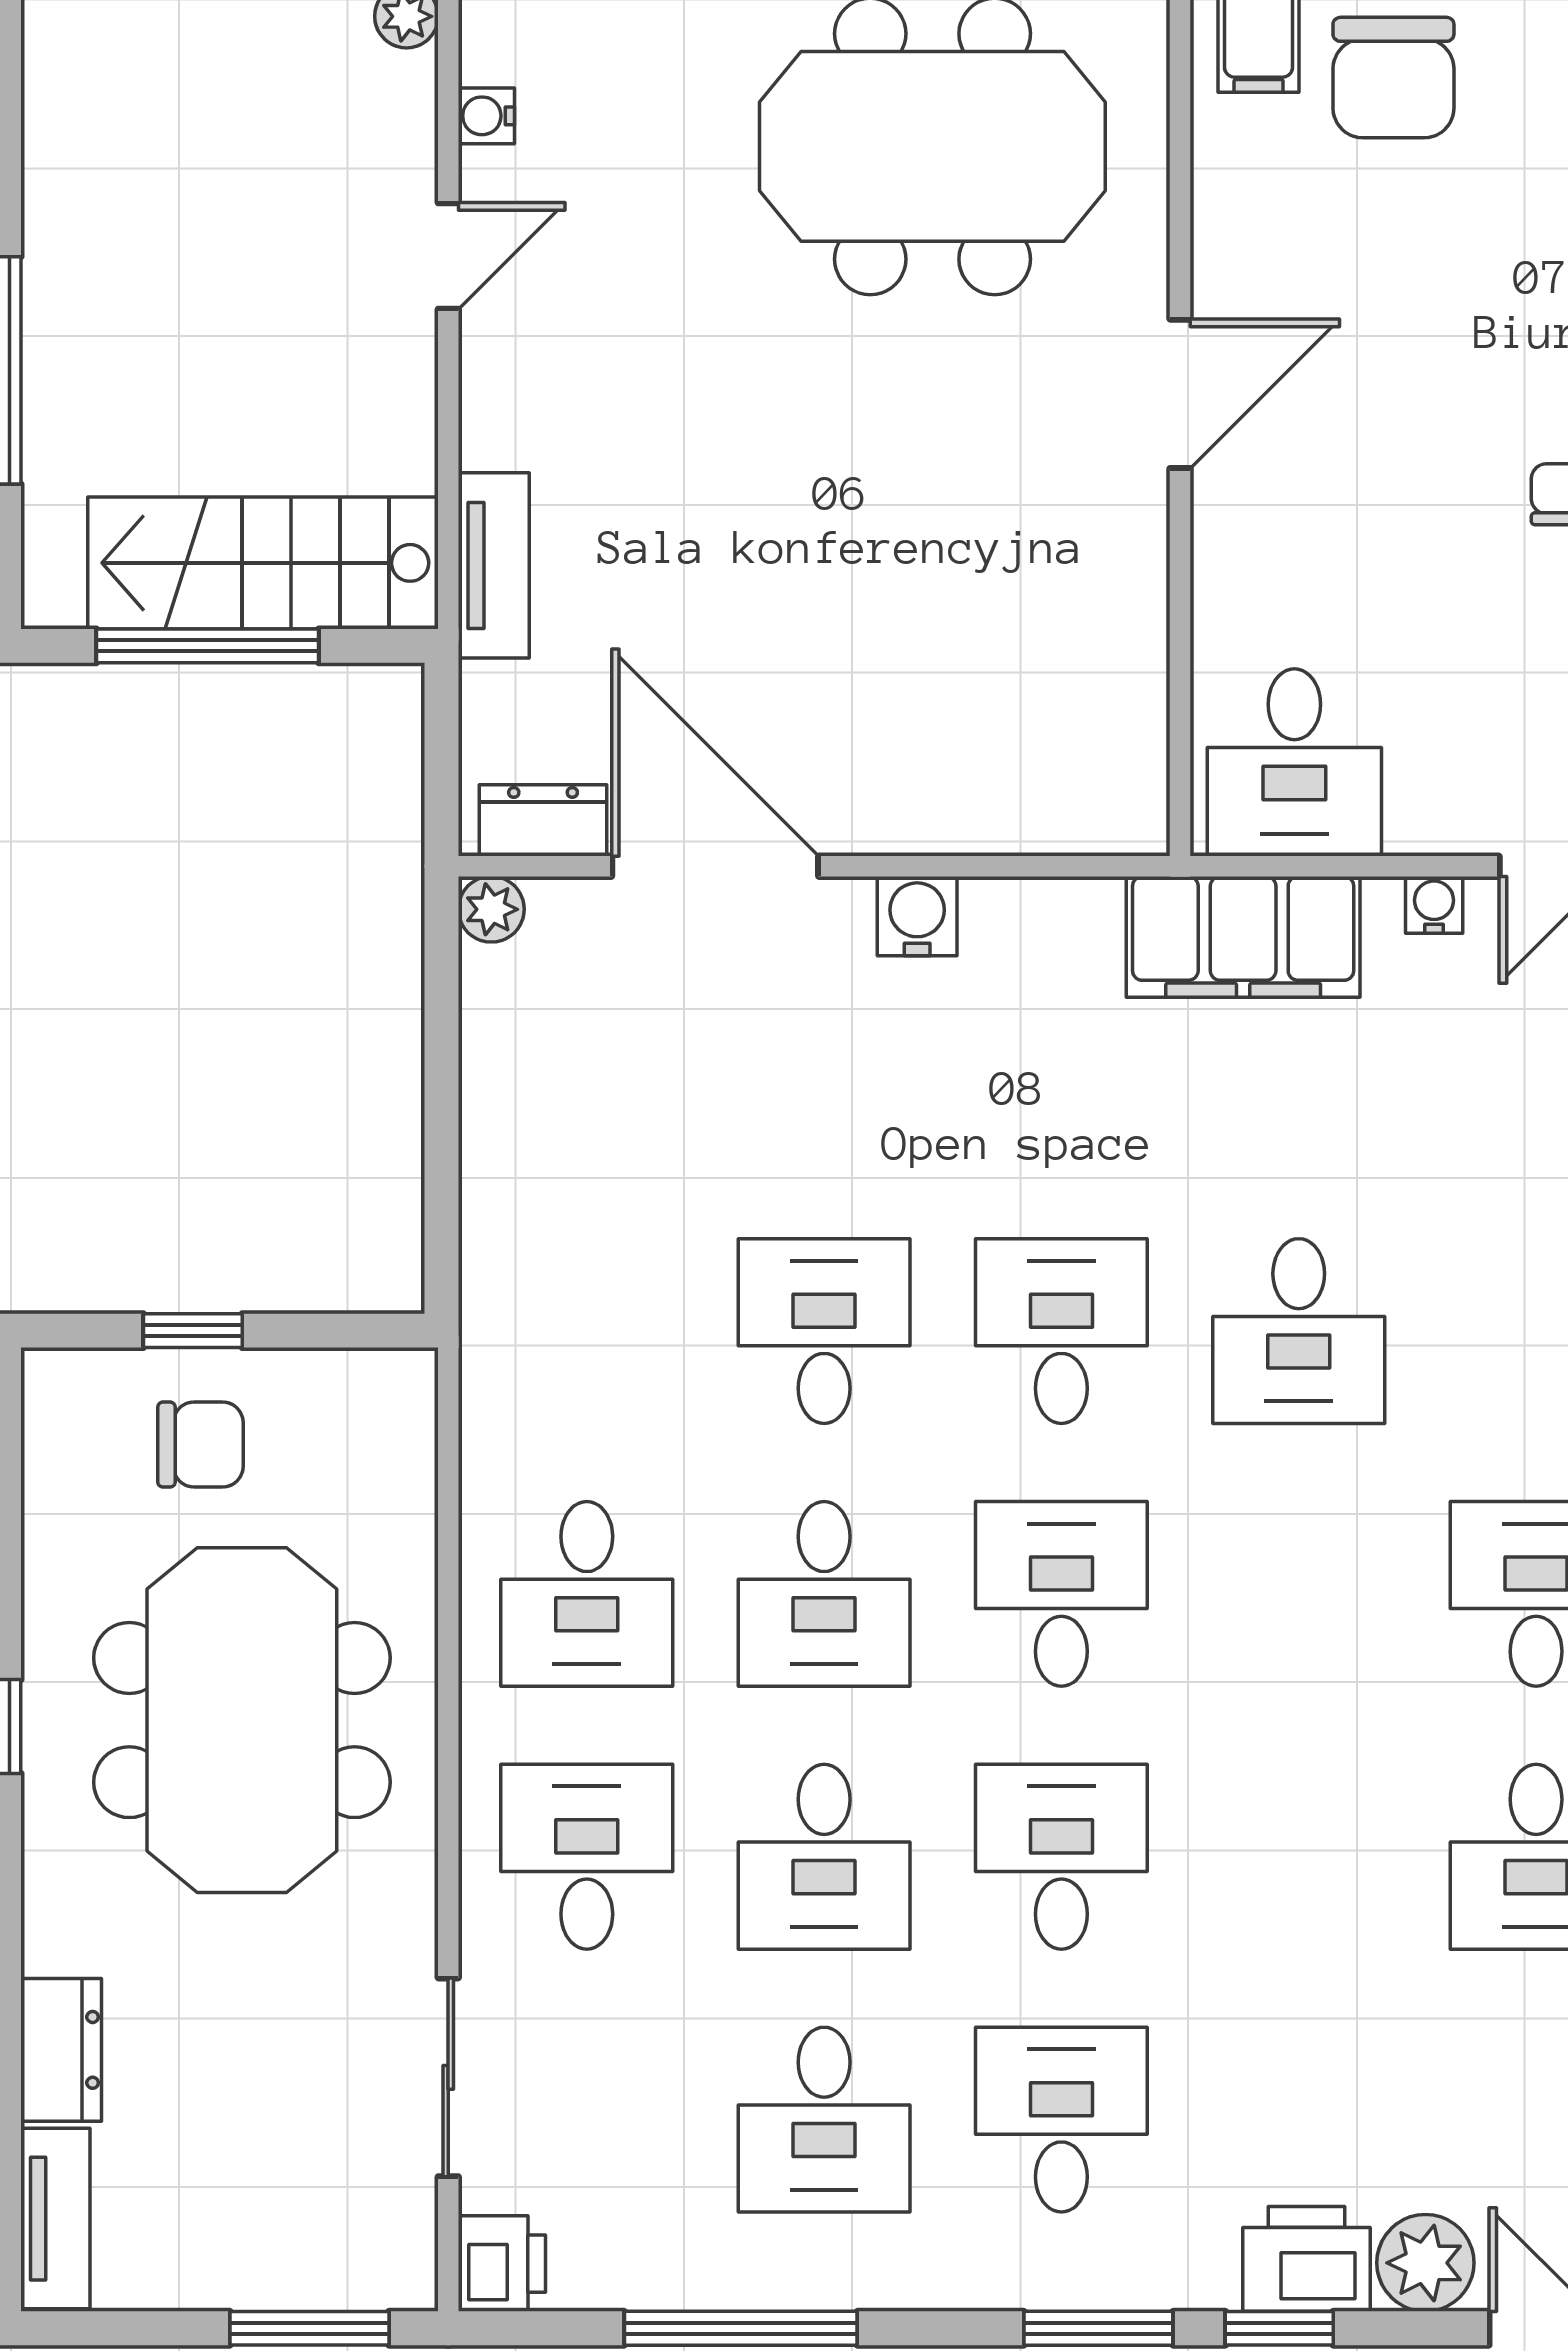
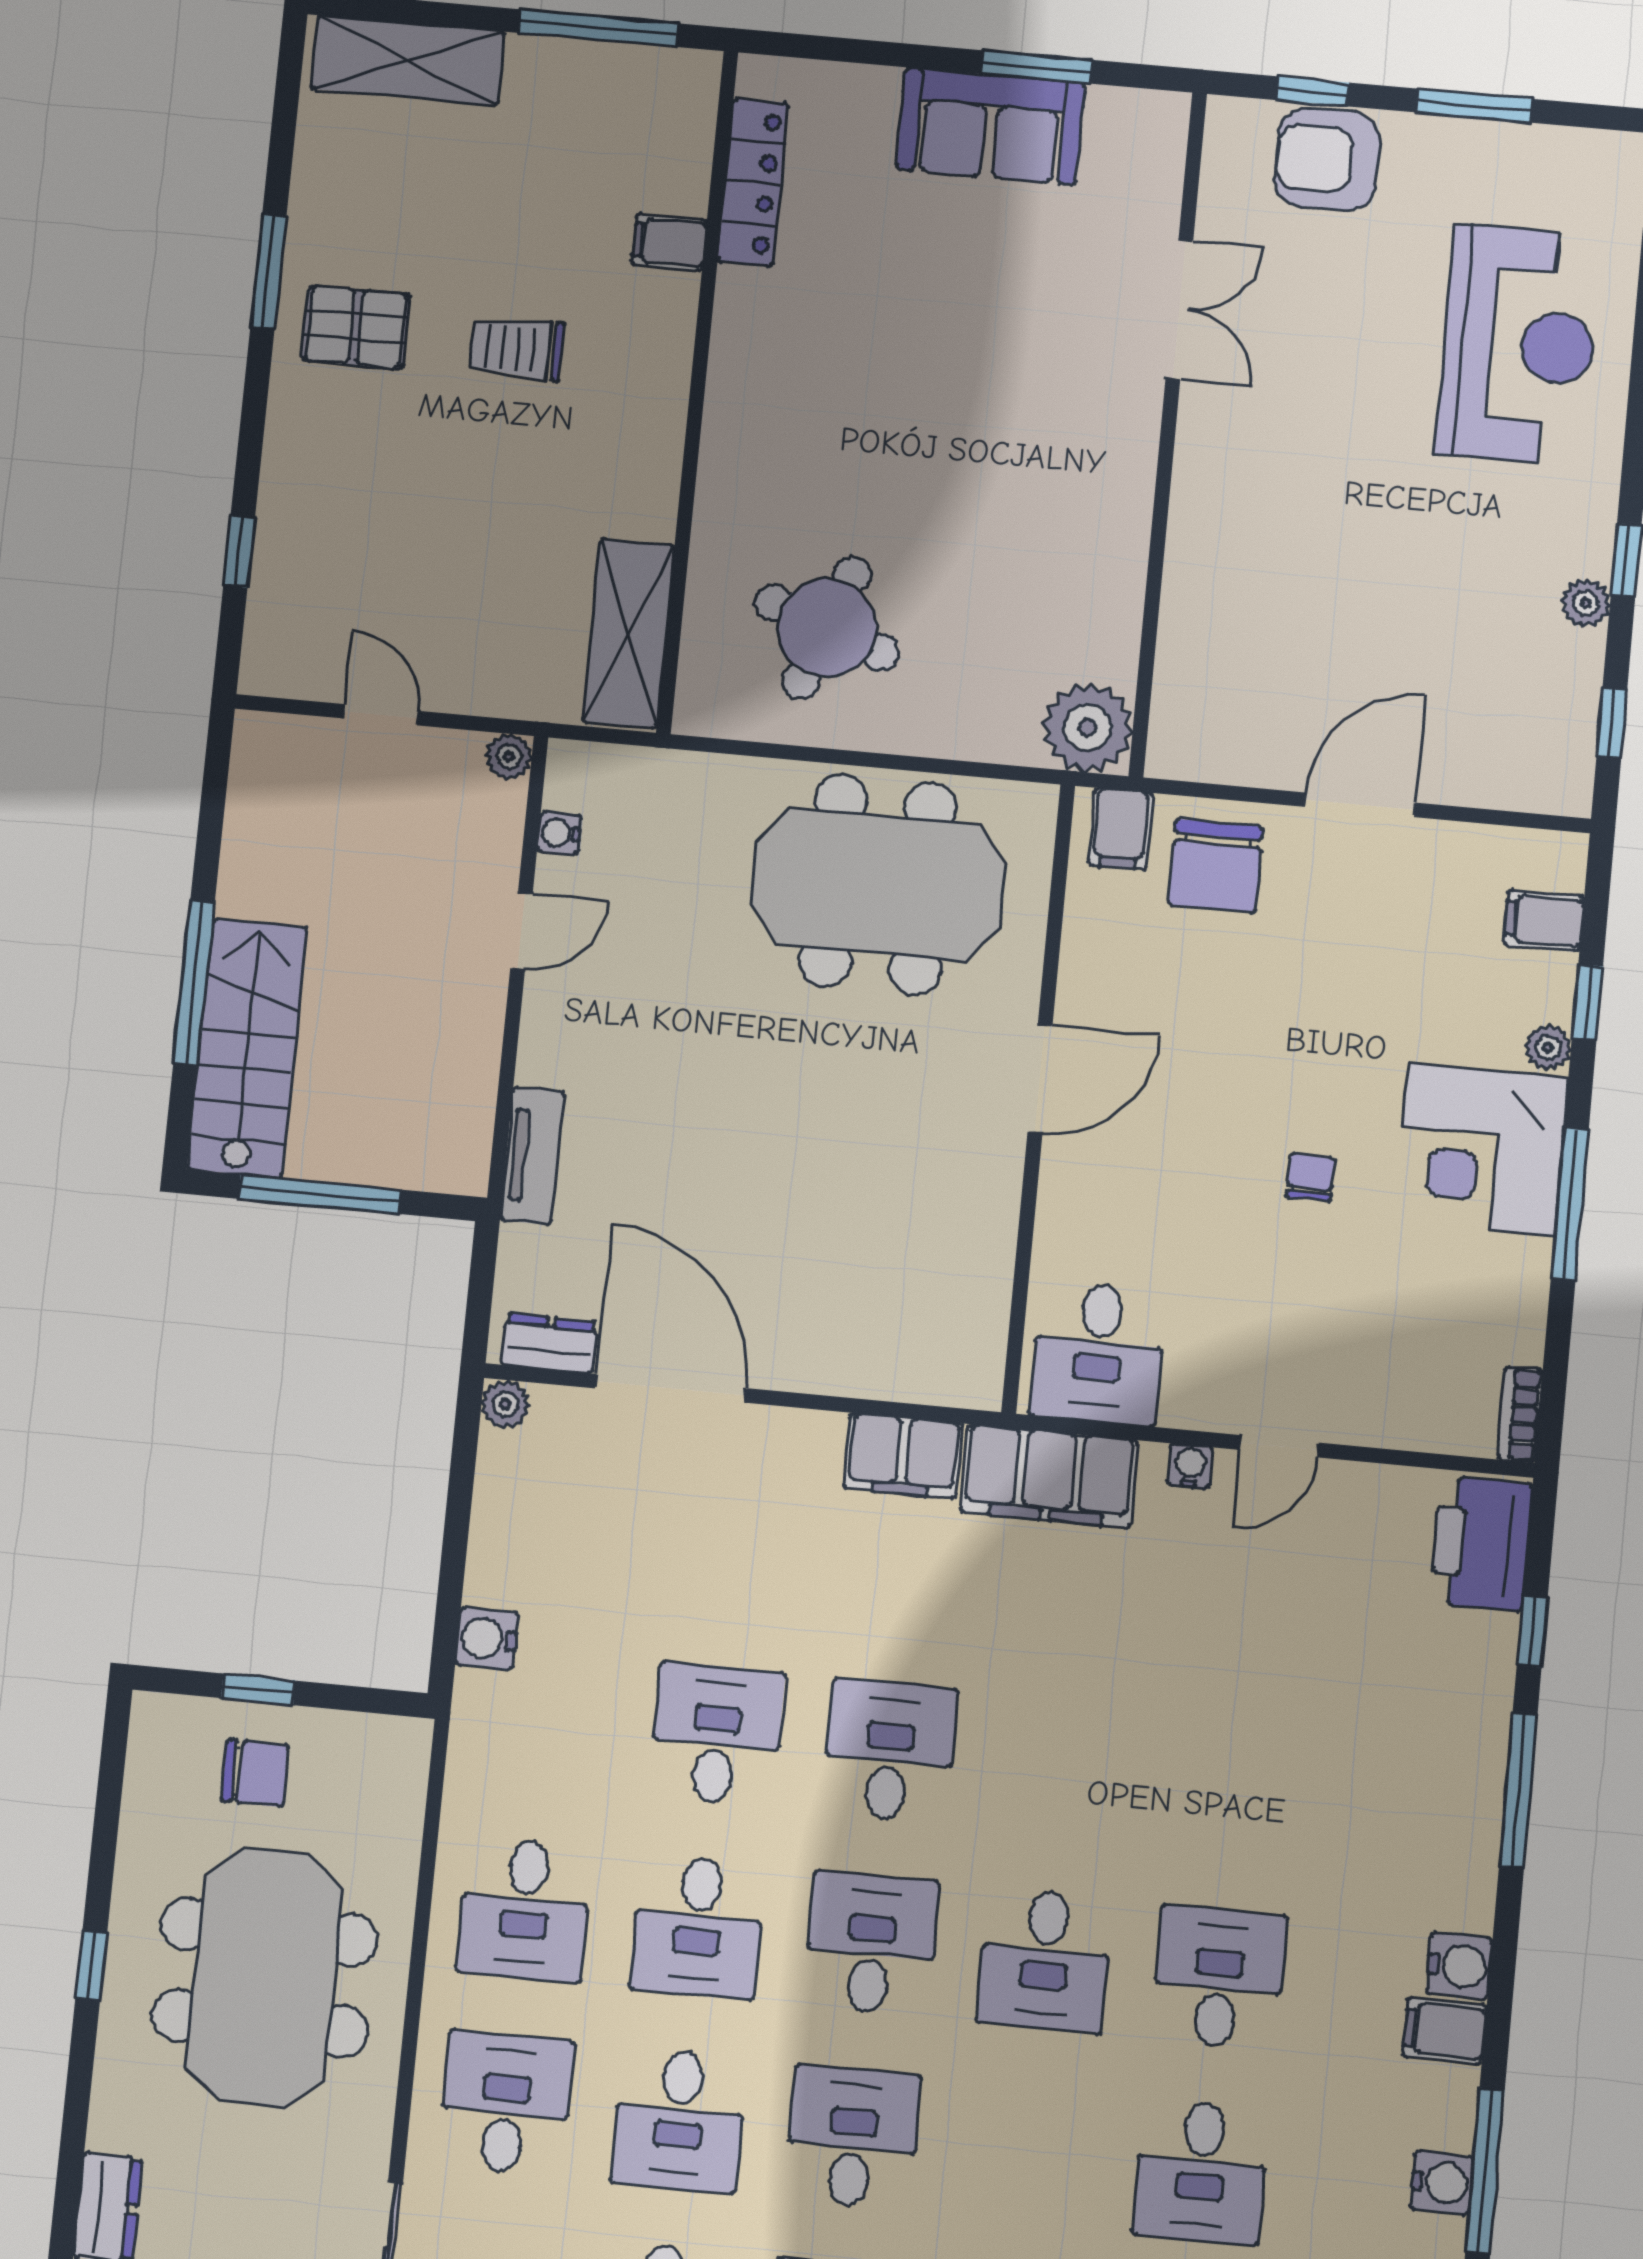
stairs: (263, 563) -> (247, 1048), moved, turned 90
water cooler: (917, 916) -> (487, 1639), moved, turned -90
filing cabinet: (1042, 928) -> (903, 1456), added
desk: (1299, 1331) -> (1045, 1961), moved

